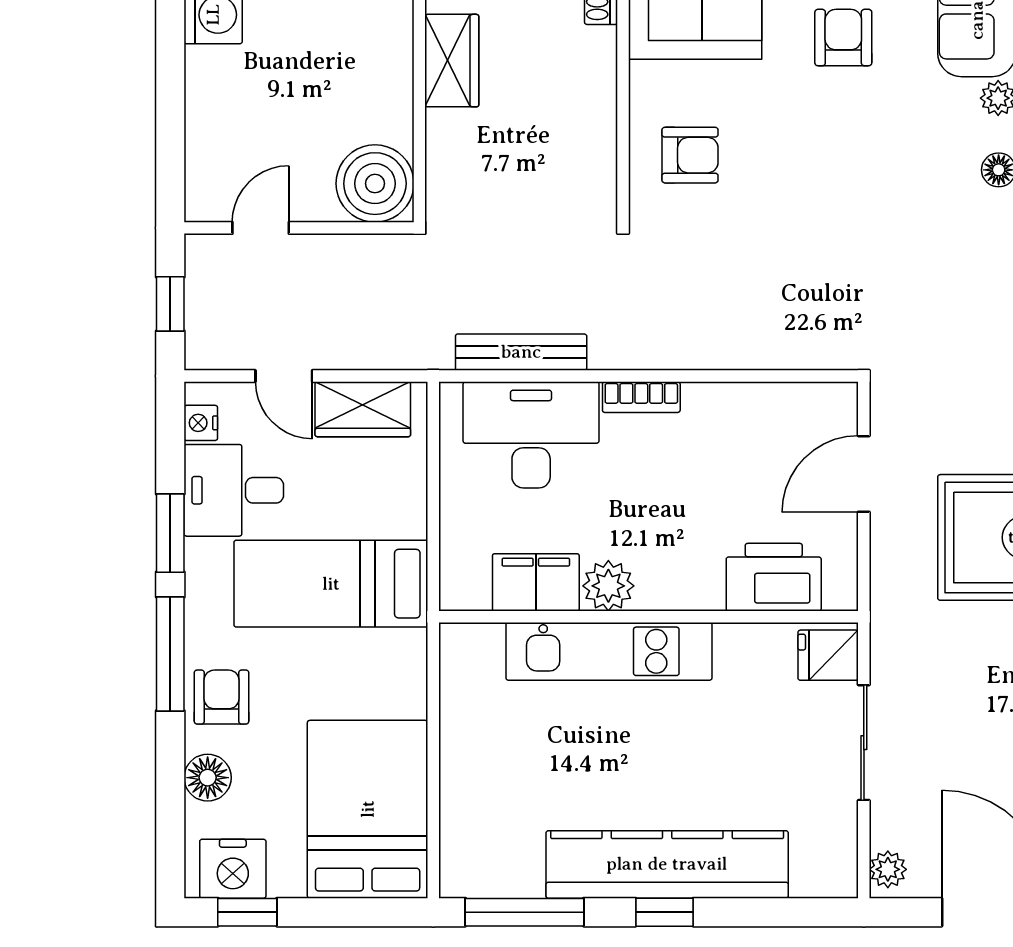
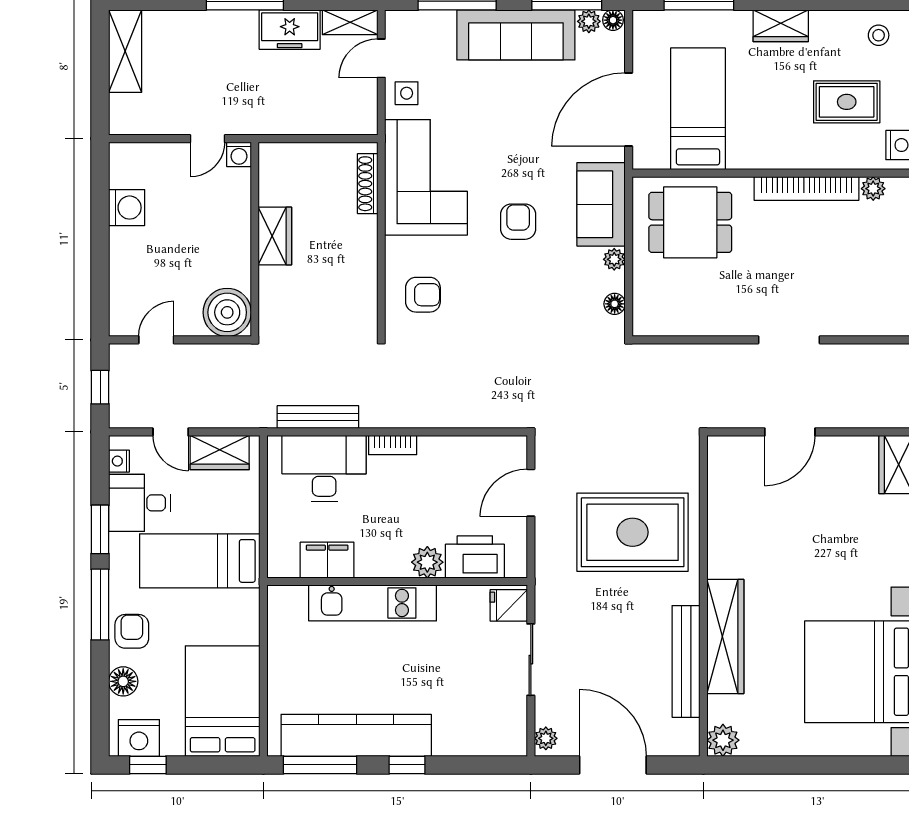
plant: (608, 586) -> (427, 562), moved
kitchen counter: (667, 864) -> (356, 735), moved

